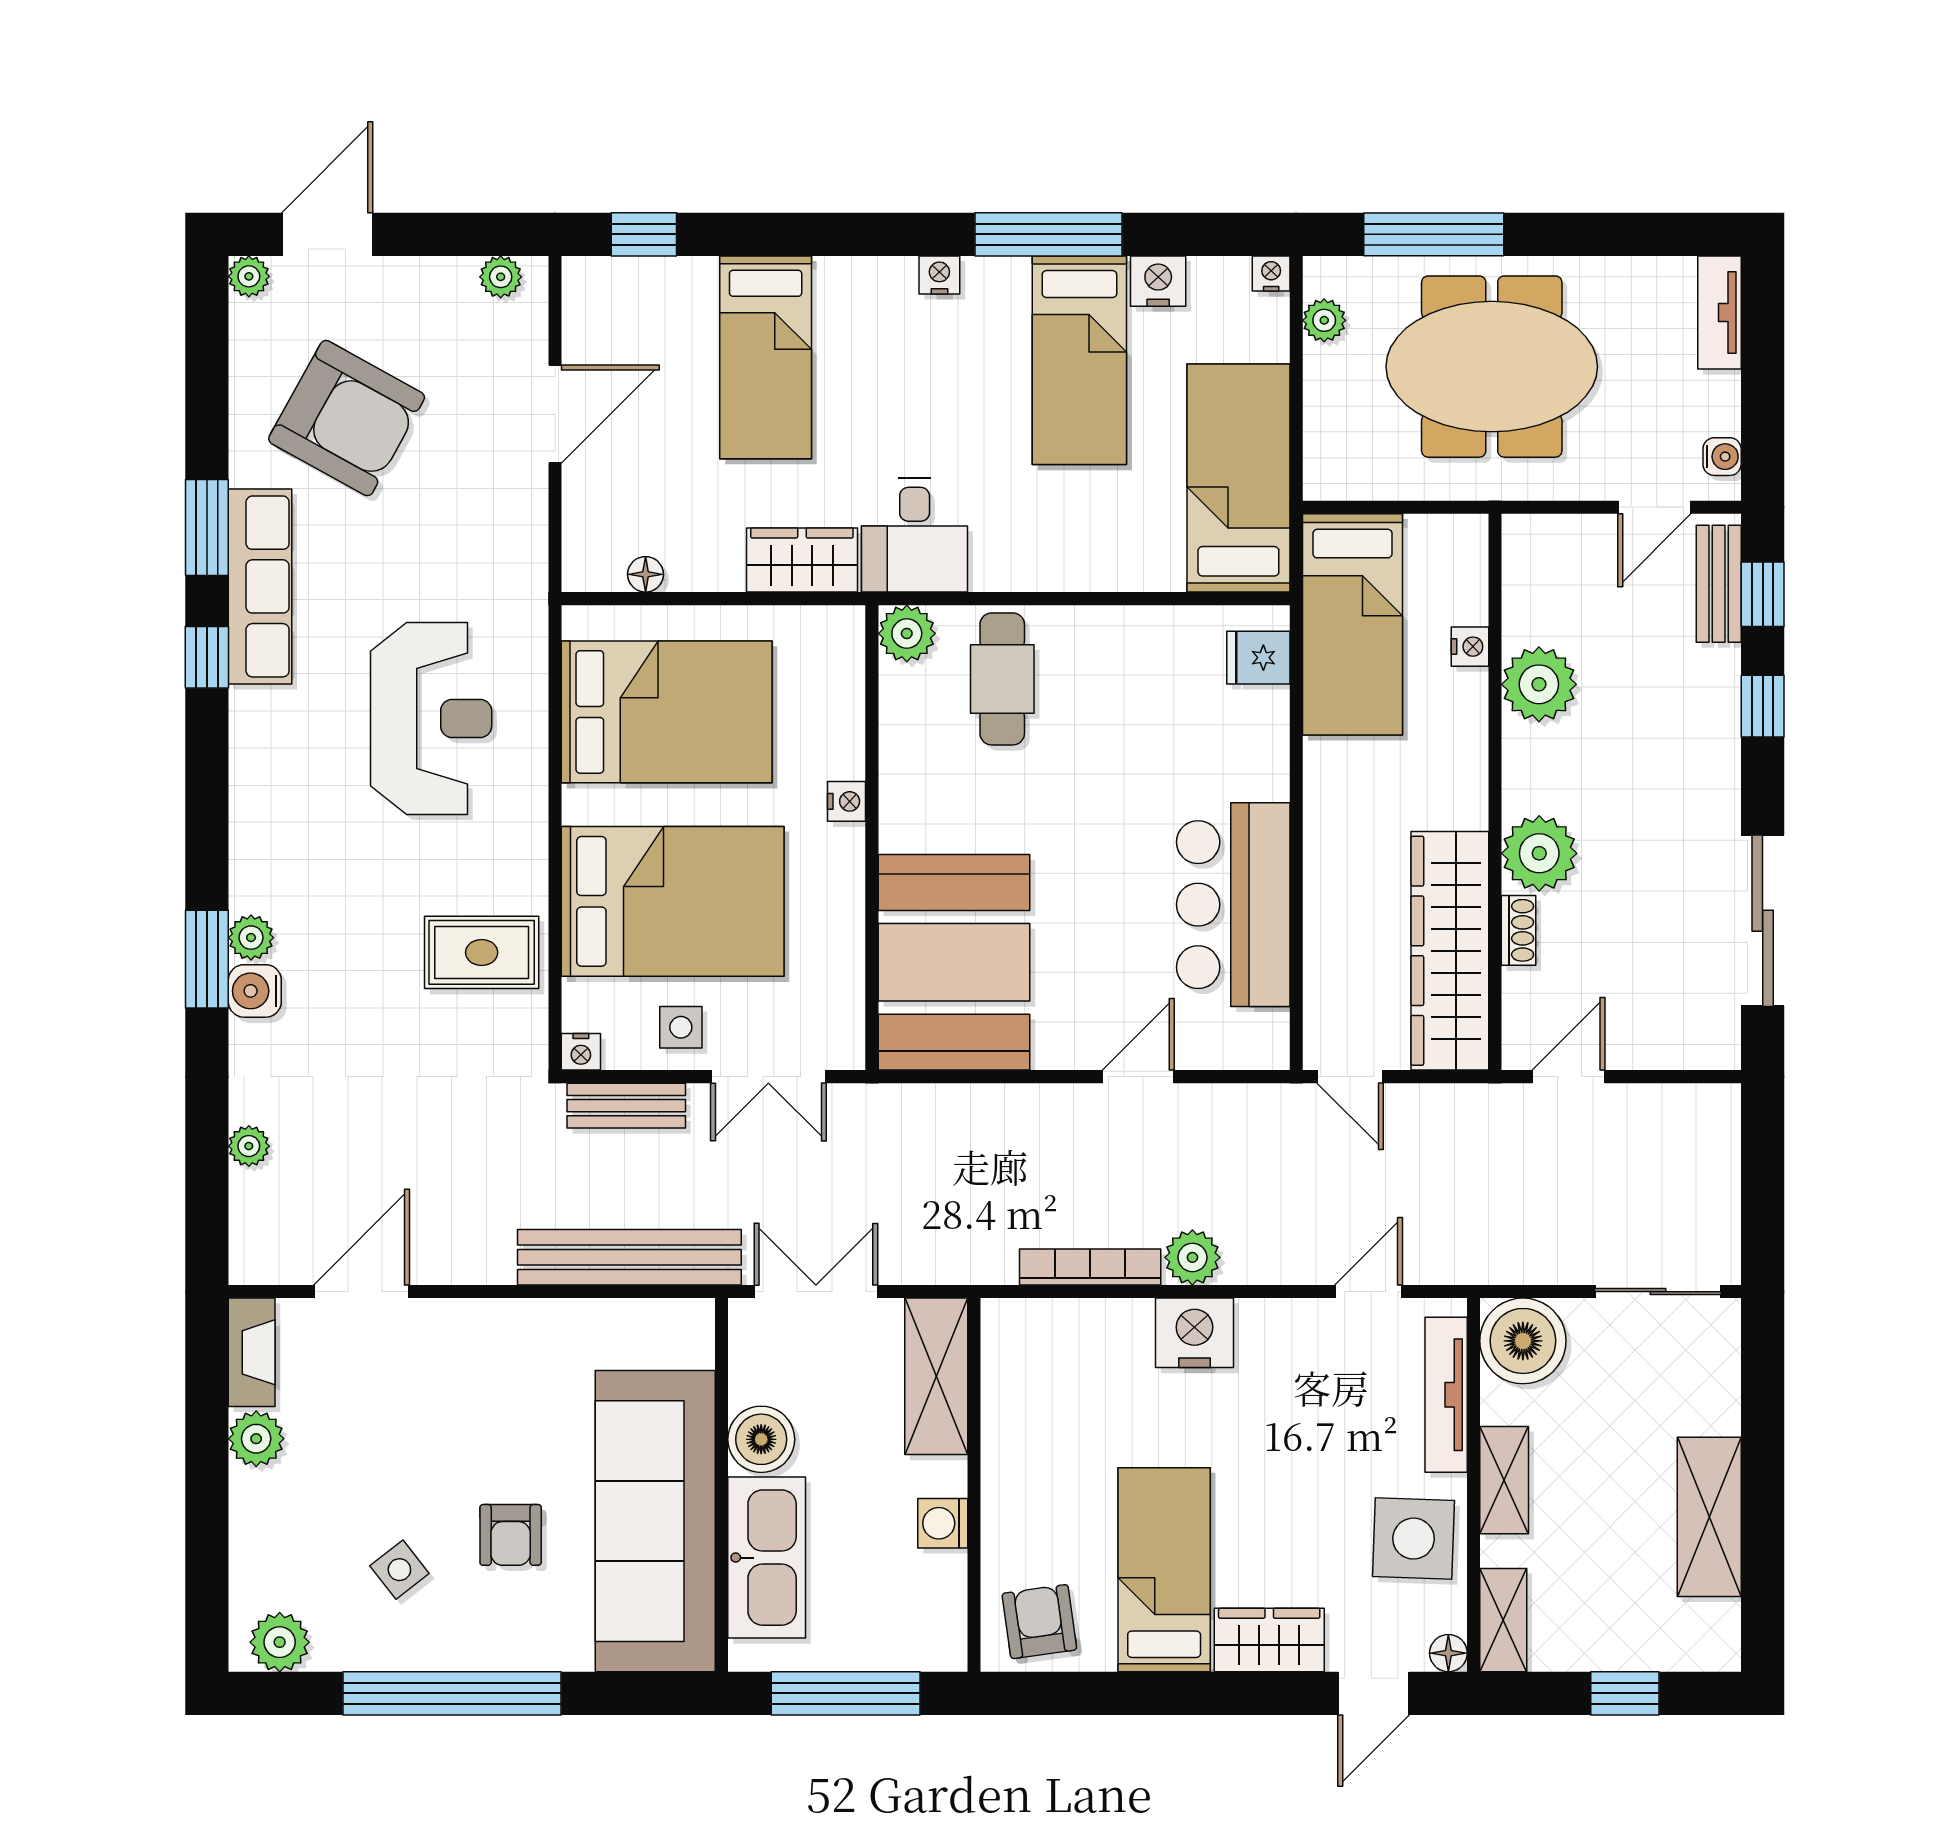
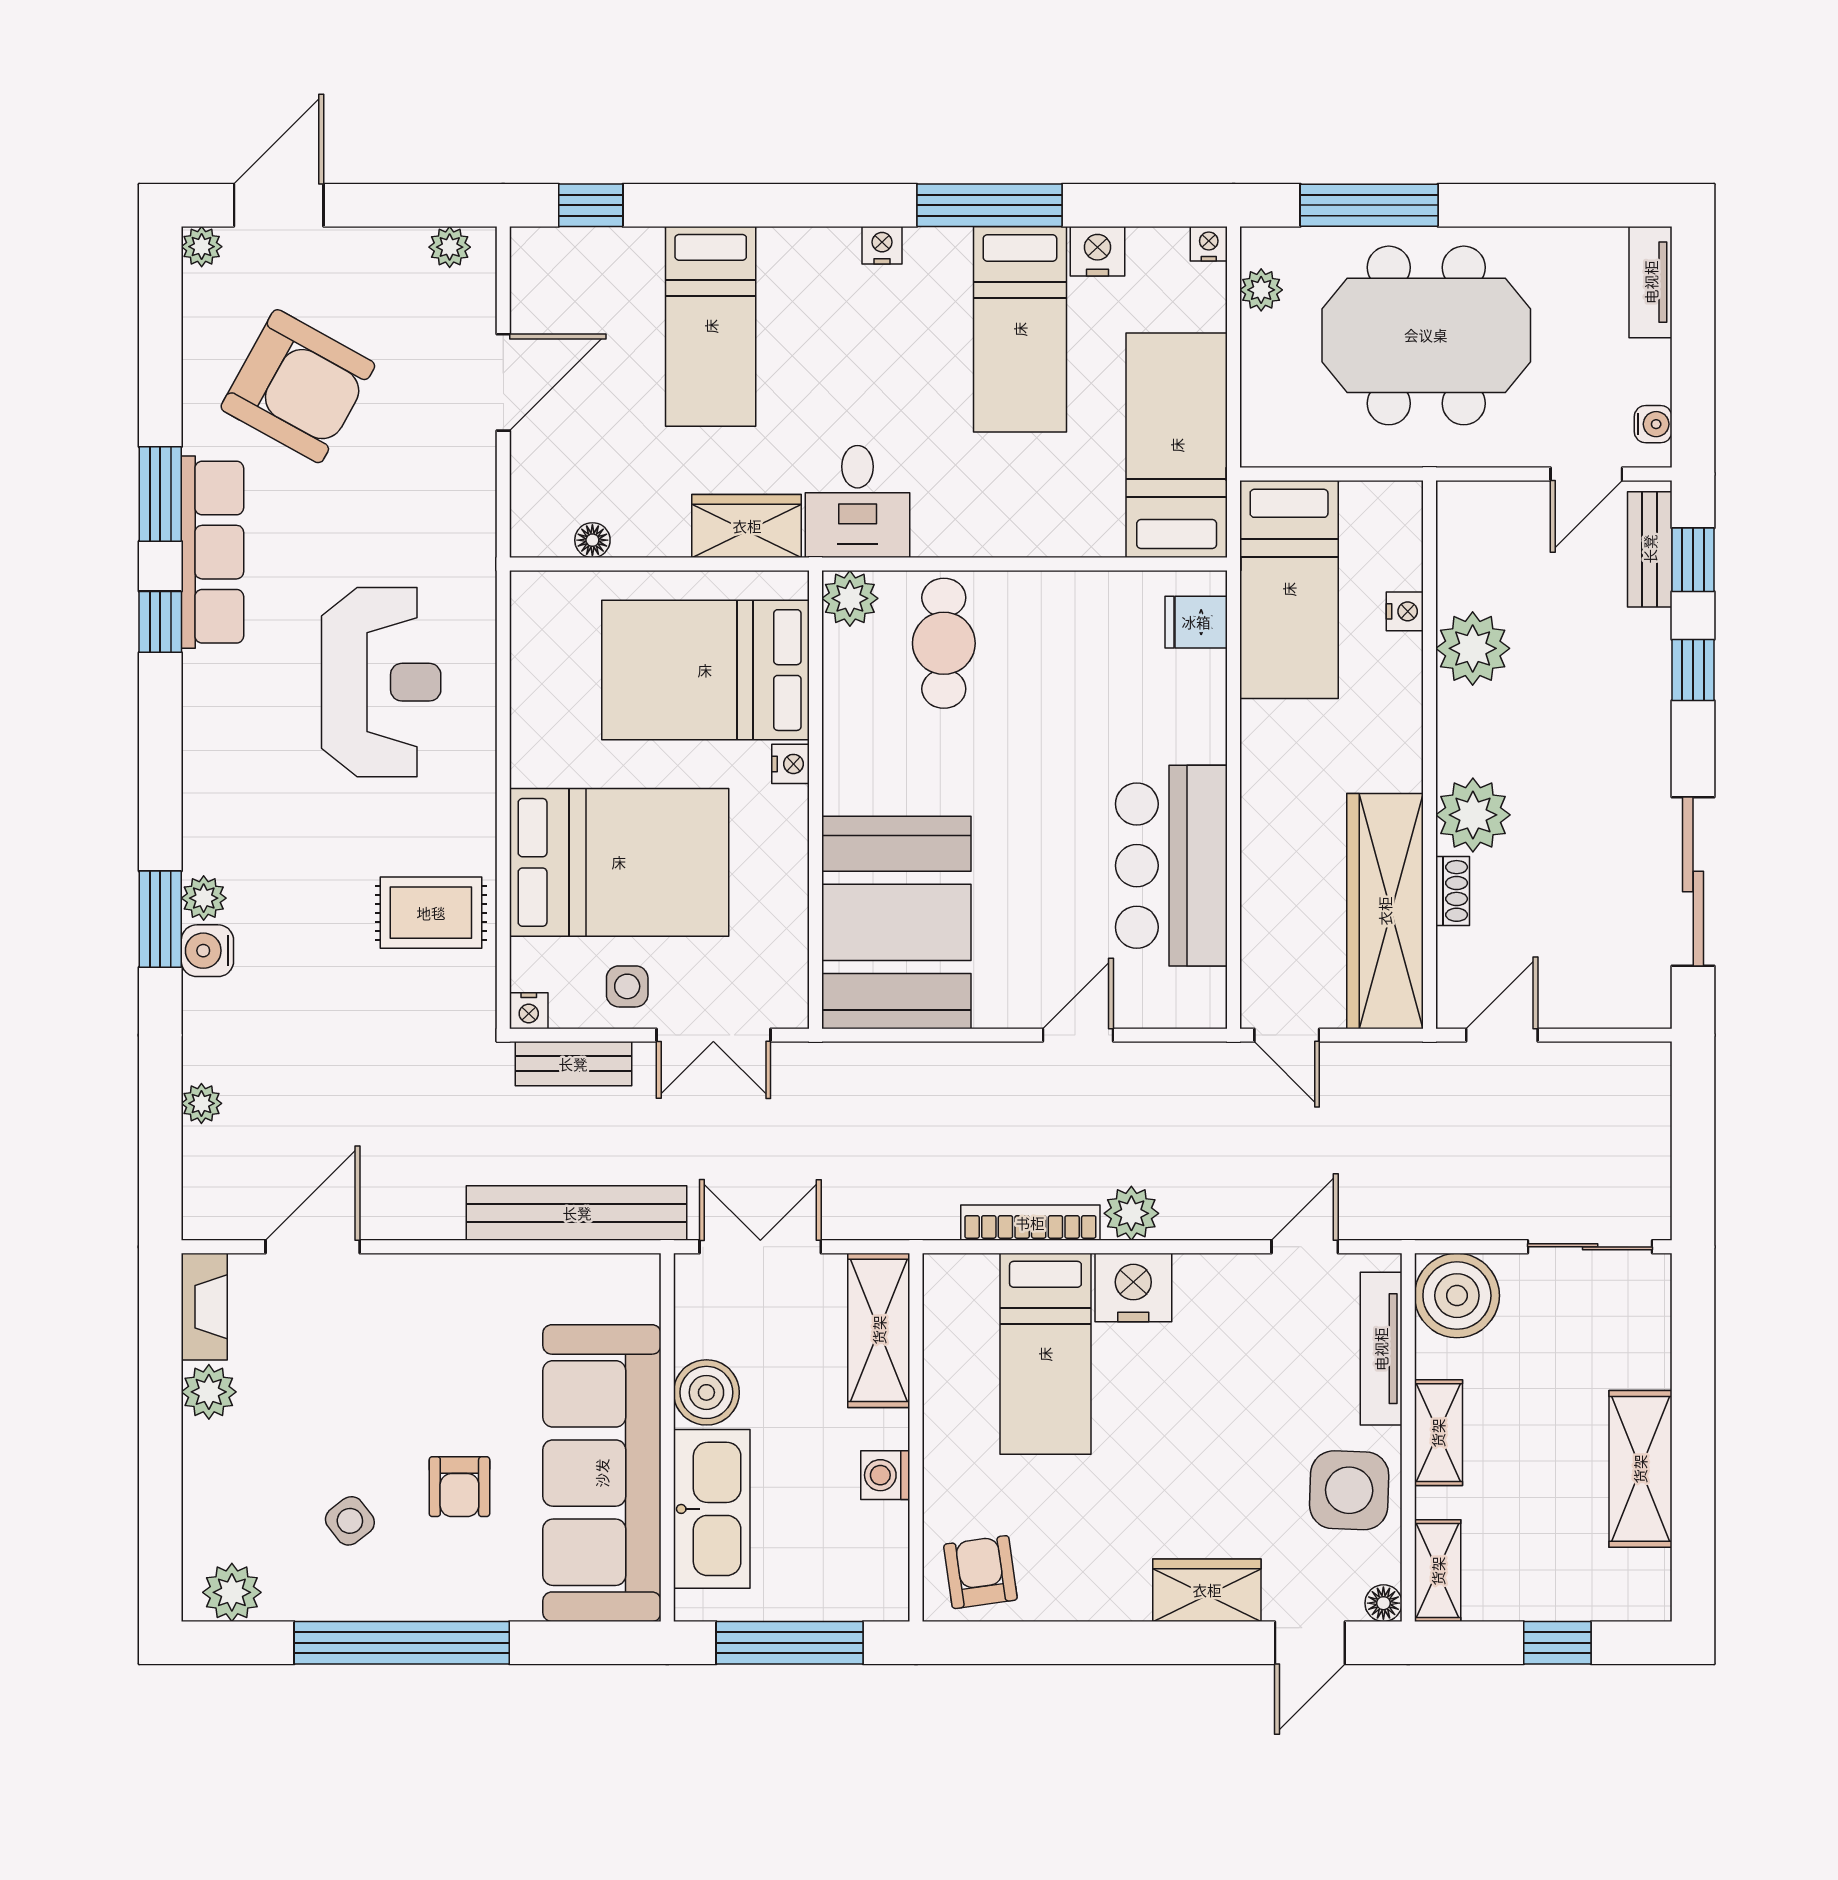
bed: (667, 712) -> (705, 670), moved, turned 180
bed: (1164, 1570) -> (1045, 1354), moved, turned 180

